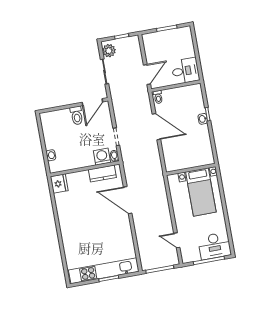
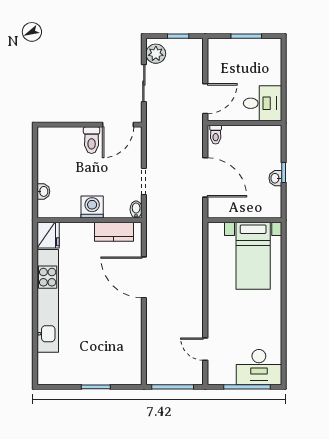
washing machine: (102, 157) -> (92, 207), moved
wall: (191, 169) -> (244, 220), moved
bed with nightstands: (201, 192) -> (253, 256), moved
kitchen unit: (104, 271) -> (48, 301), moved, turned 90

